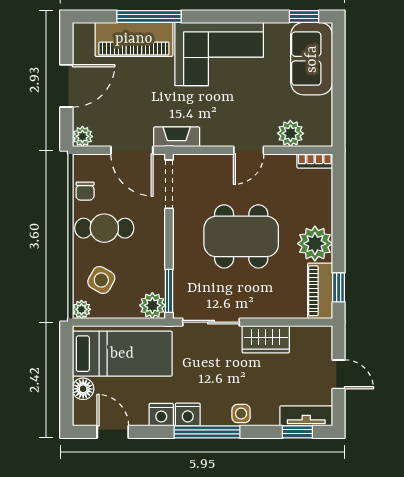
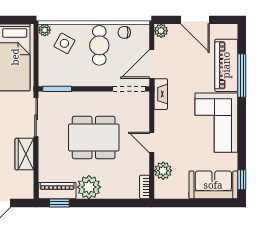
dining table: (241, 236) -> (94, 138), turned 90
plant: (152, 305) -> (47, 78), removed

